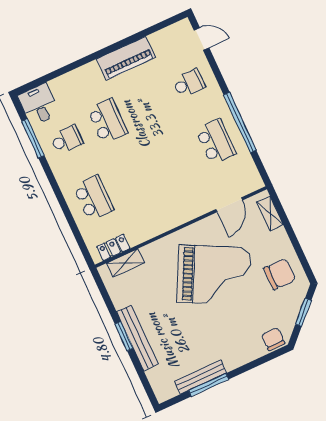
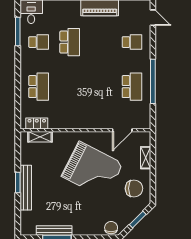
shelving: (270, 213) -> (146, 158), moved

